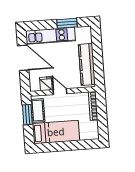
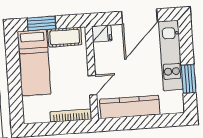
fridge: (46, 84) -> (102, 34), moved
door: (60, 92) -> (93, 85), moved
window: (27, 115) -> (42, 23), moved

